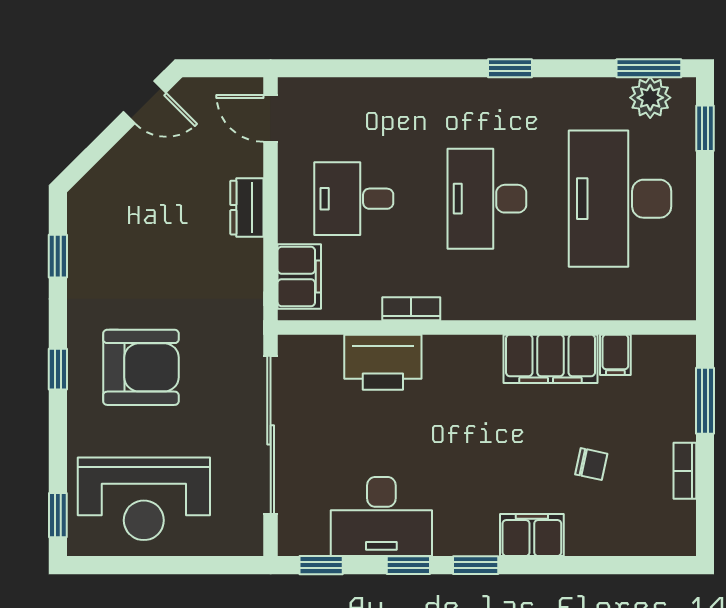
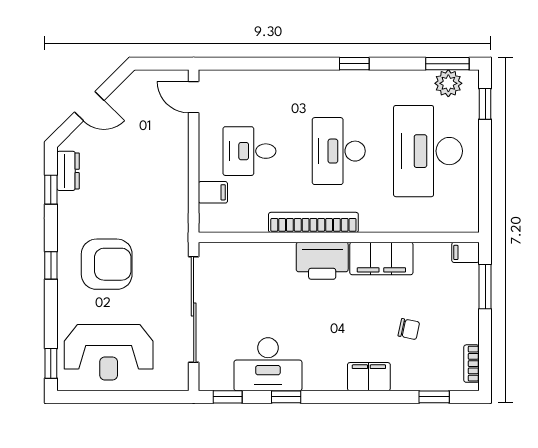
door: (145, 102) -> (89, 106), moved
dresser: (247, 208) -> (68, 171), moved, turned 180
filing cabinet: (299, 276) -> (213, 192), width x0.50
bookcase: (411, 309) -> (313, 222), width x2.31, depth x1.31
filing cabinet: (615, 355) -> (465, 252), moved, turned 90
printer: (383, 362) -> (322, 261), moved
bookcase: (685, 471) -> (471, 364), moved
window: (476, 565) -> (434, 397), moved

